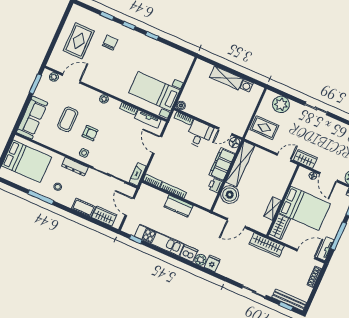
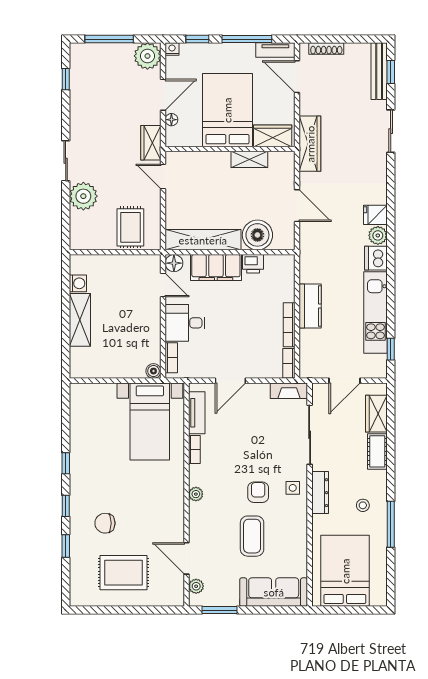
plant: (281, 104) -> (83, 196), moved
coffee table: (68, 119) -> (252, 536), turned 90

